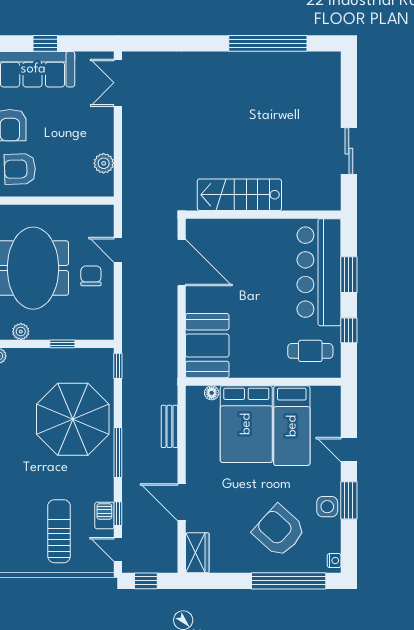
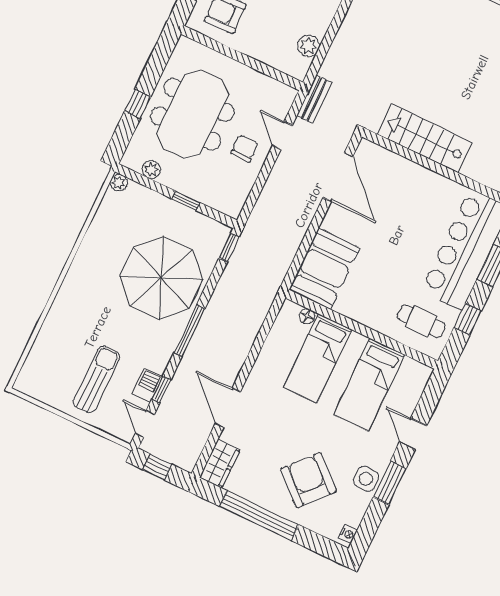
bed: (246, 424) -> (318, 358), width x0.67
bench: (169, 426) -> (314, 99), moved
window: (289, 581) -> (259, 516), moved

